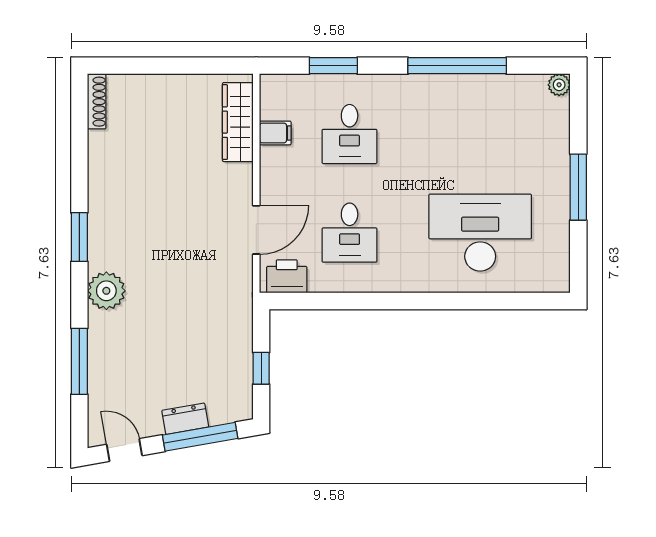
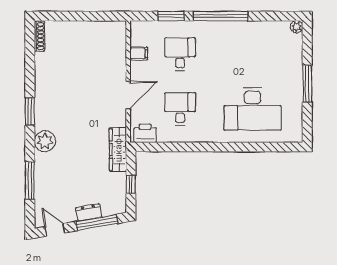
window: (457, 66) -> (220, 16), moved
wardrobe: (238, 122) -> (118, 150), moved
desk: (350, 134) -> (180, 54), turned 180
door: (256, 230) -> (128, 95), moved
desk: (350, 233) -> (180, 109), turned 180
desk: (480, 233) -> (253, 109), turned 180

